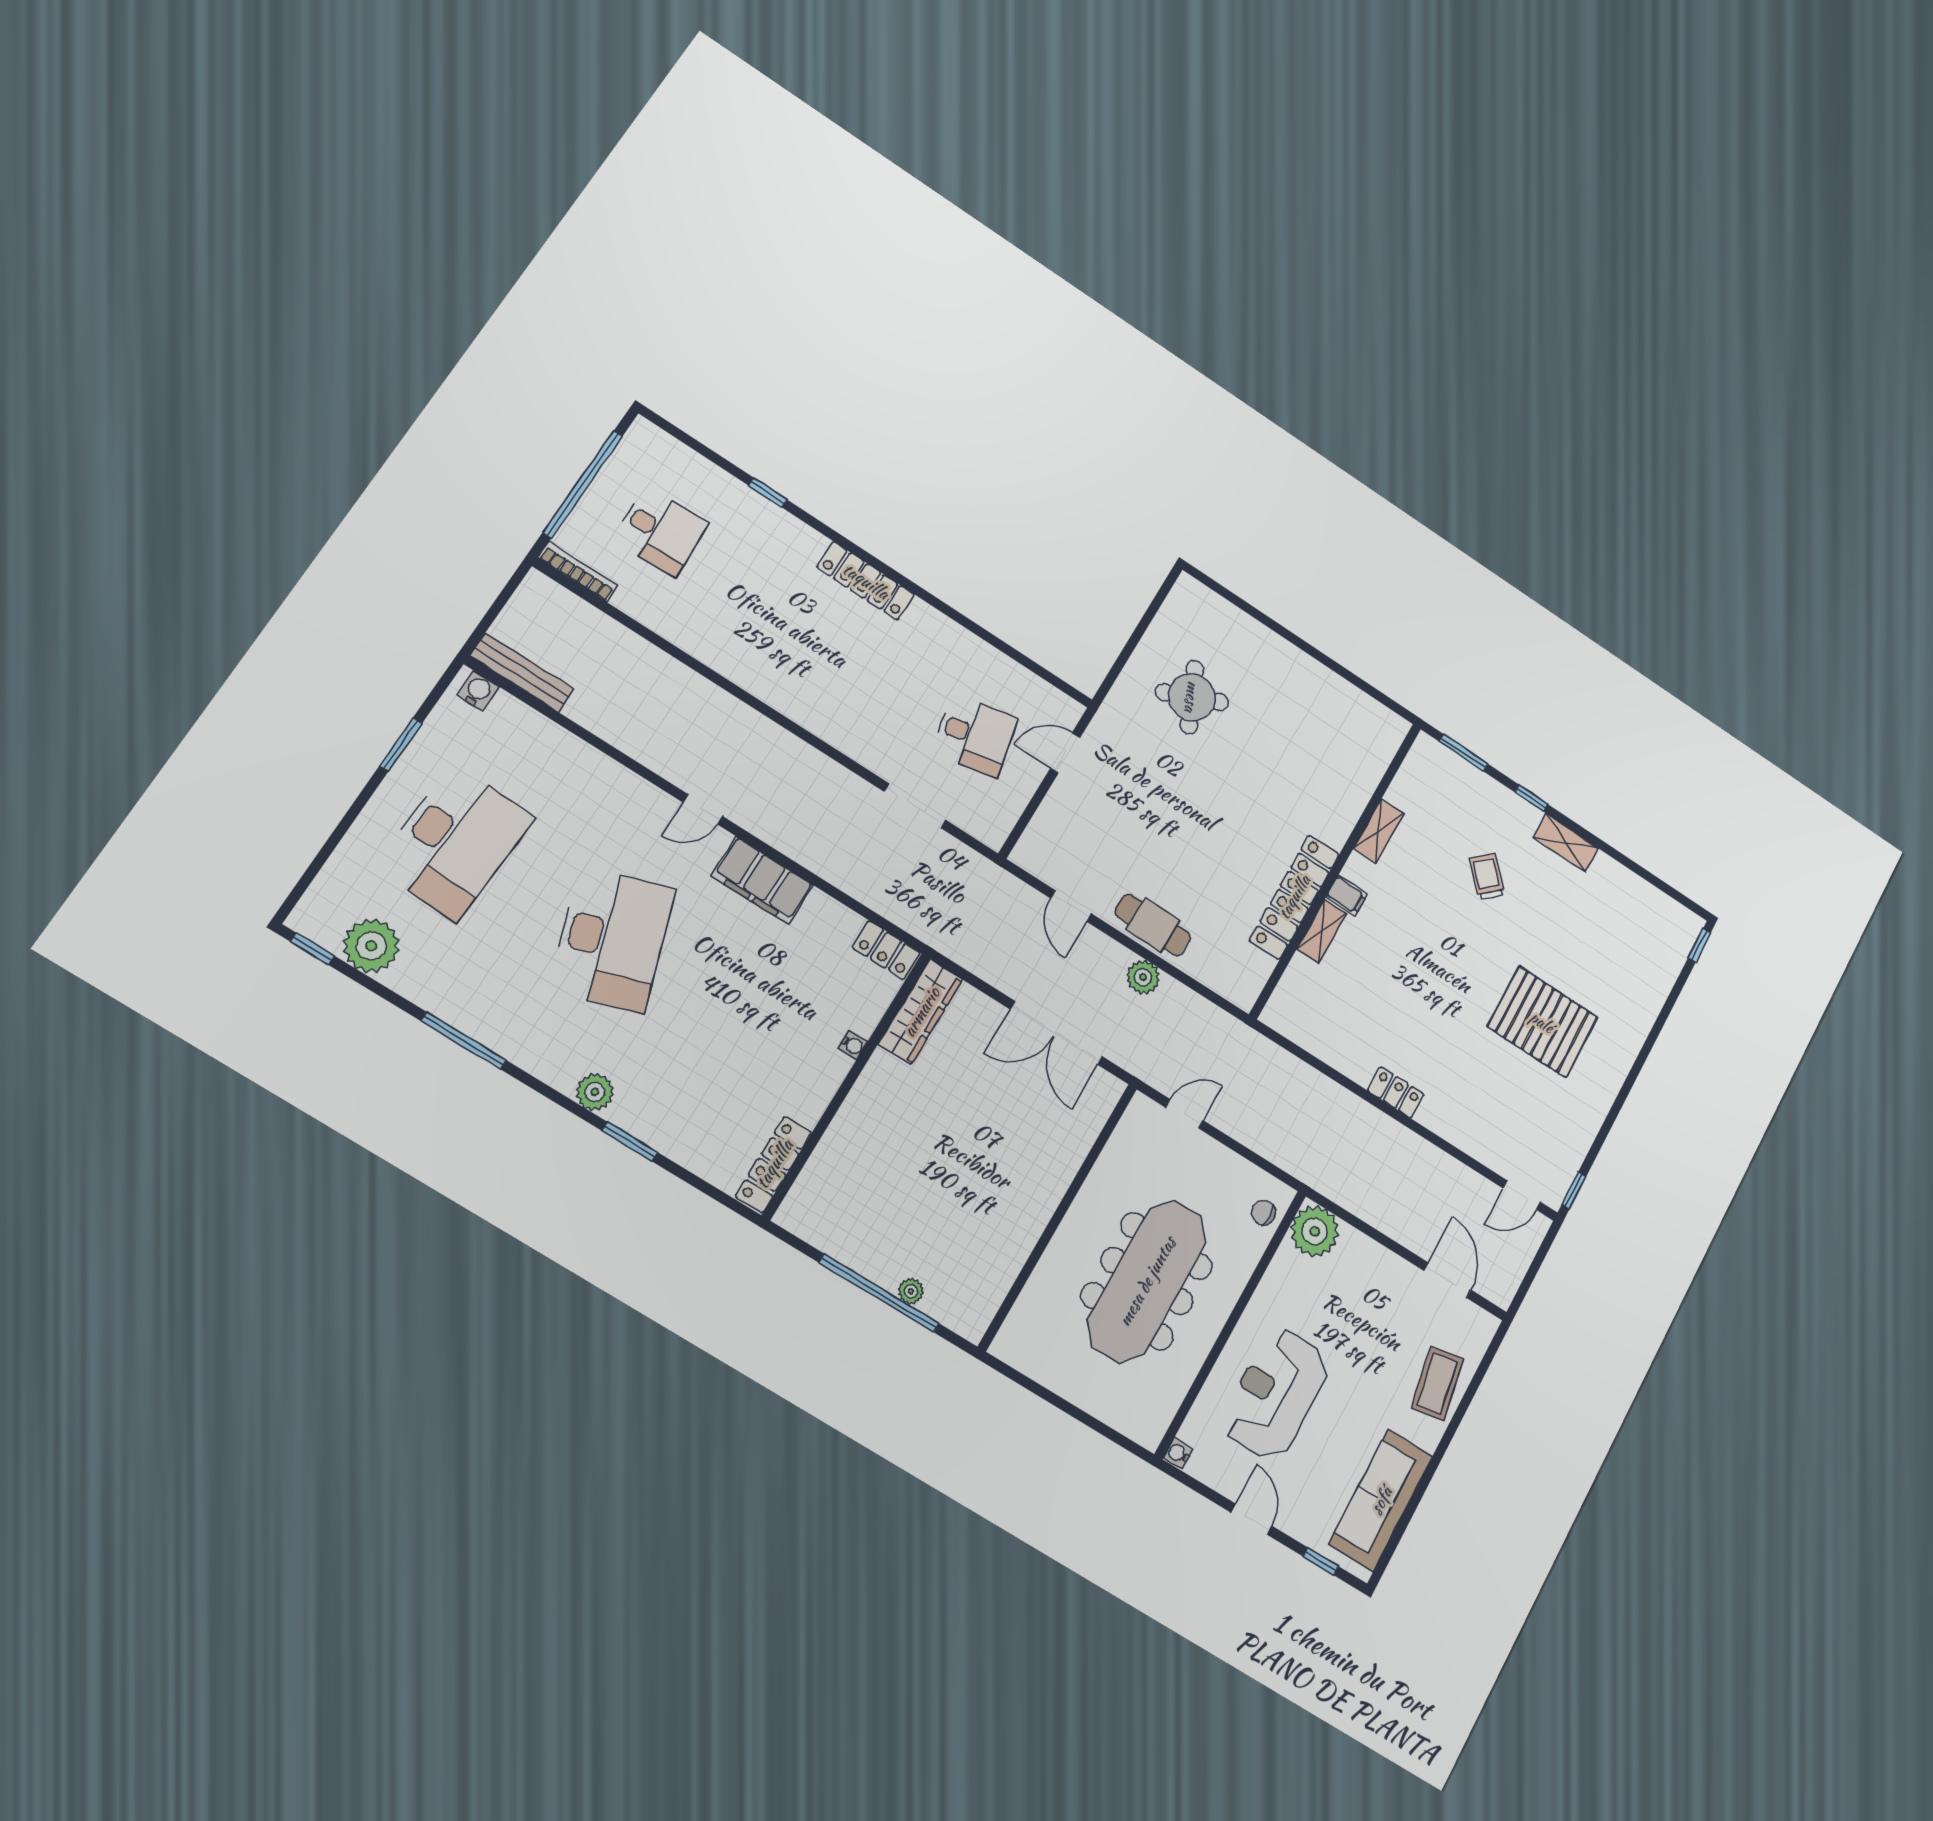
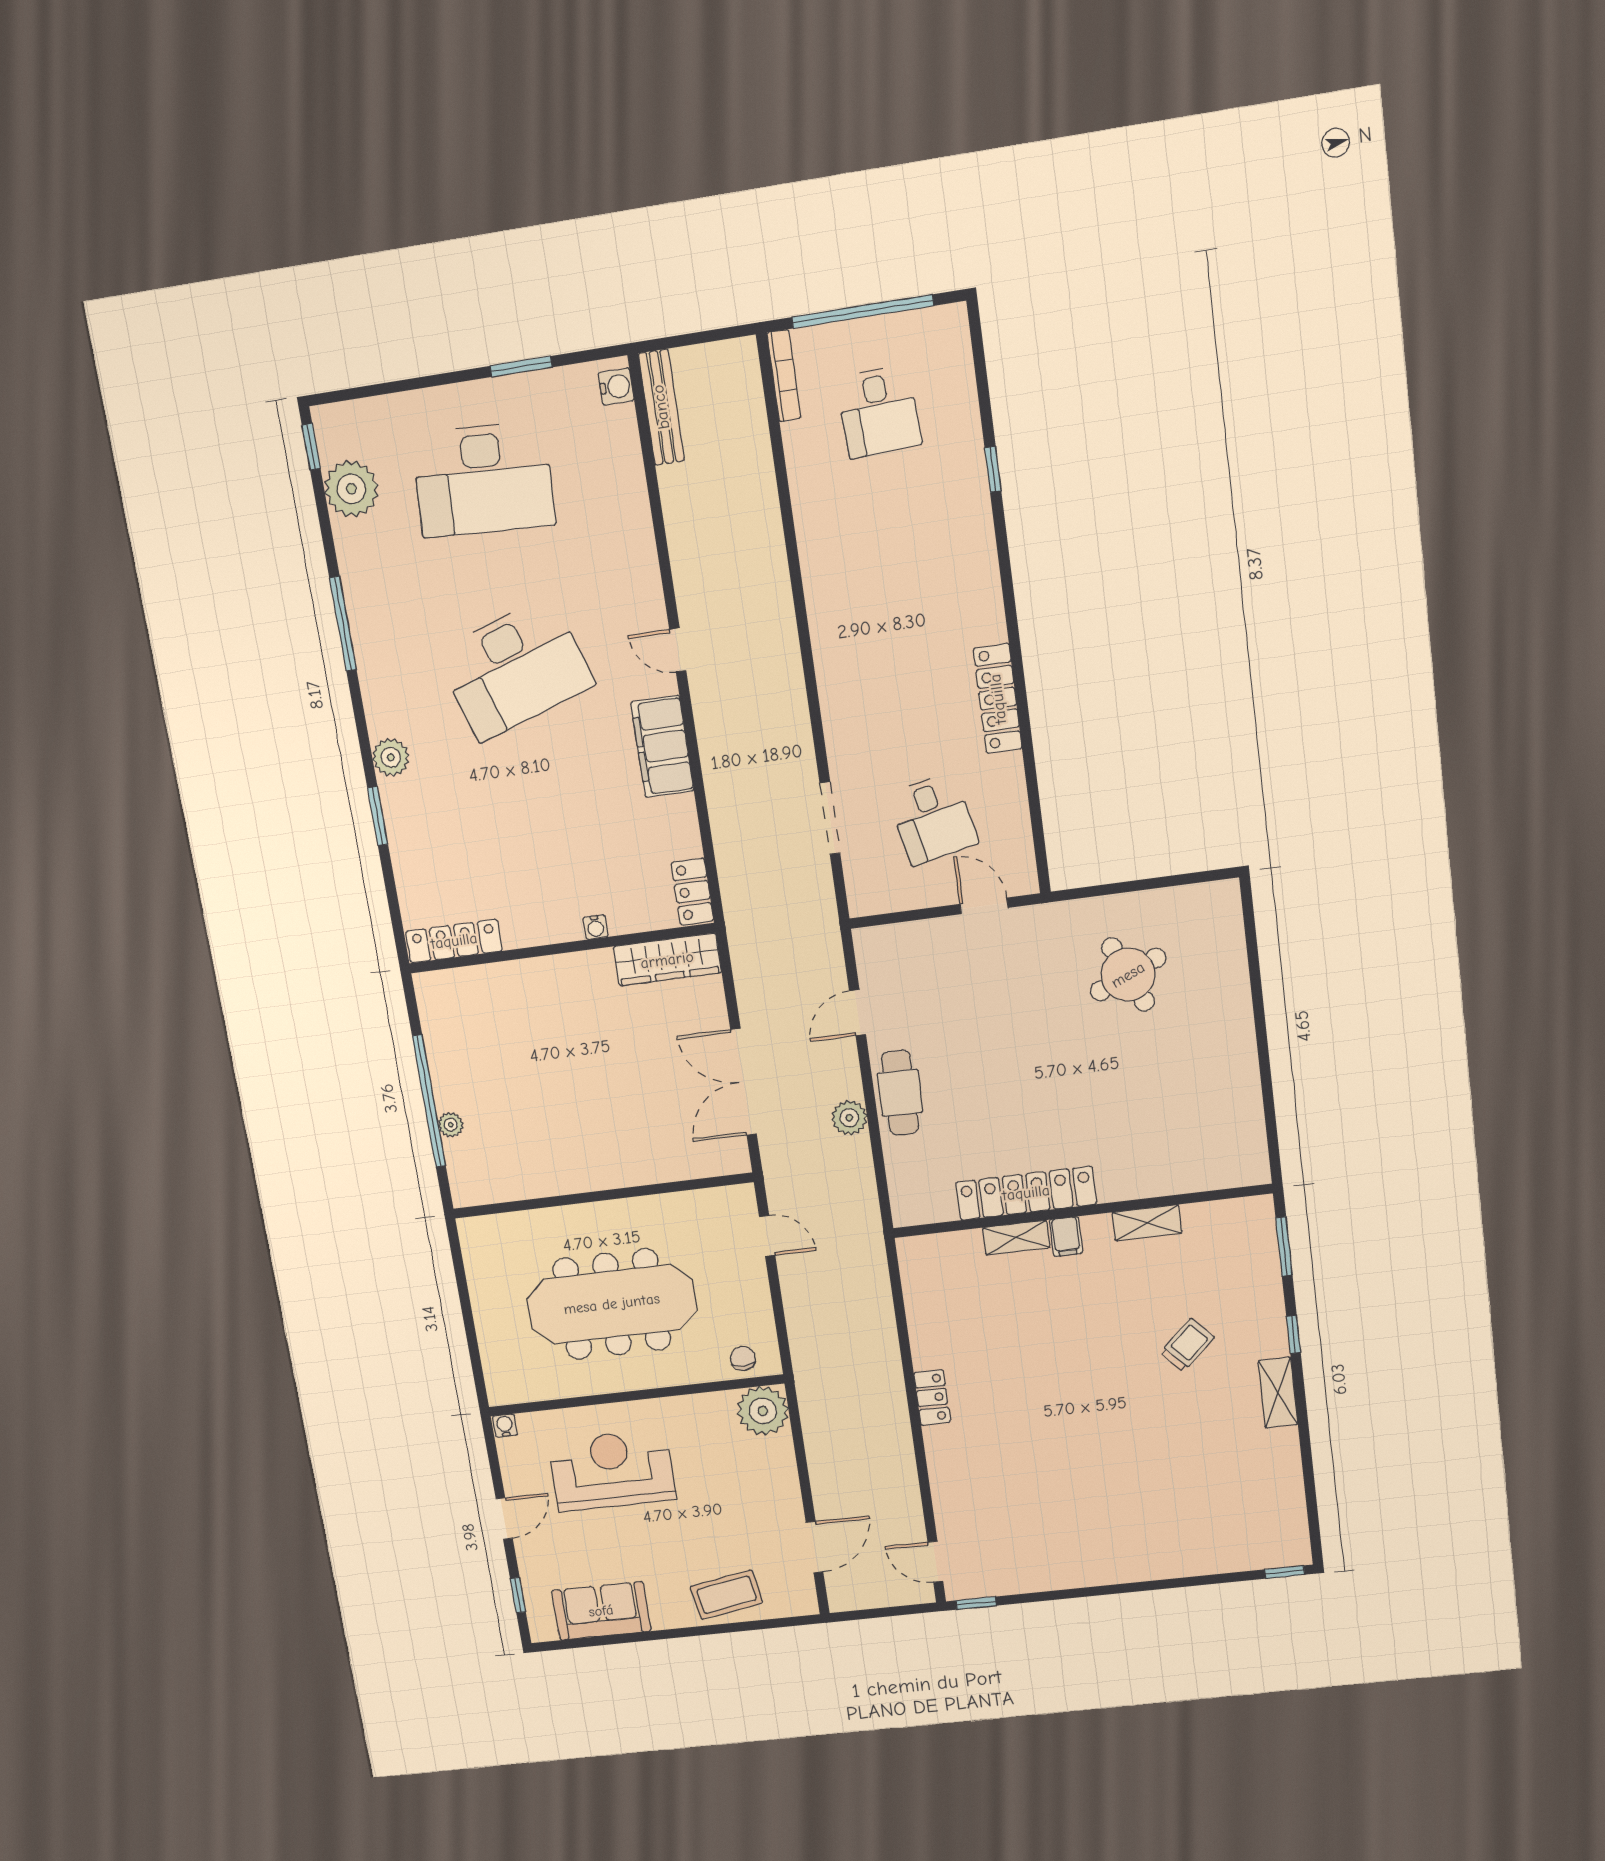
locker: (866, 581) -> (998, 699), moved
pallet: (1542, 1022) -> (1098, 1480), removed
sofa: (1381, 1500) -> (601, 1611), width x0.73

